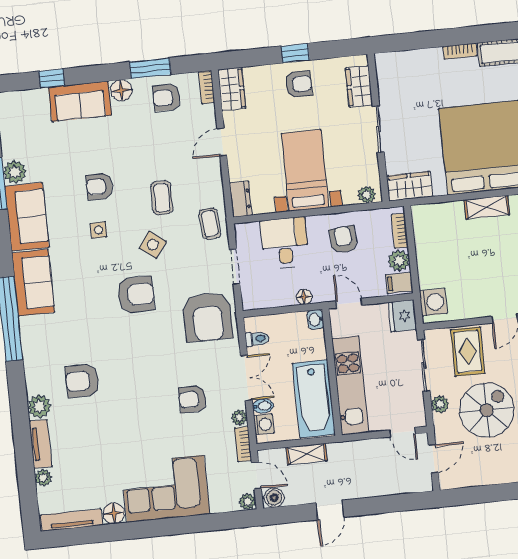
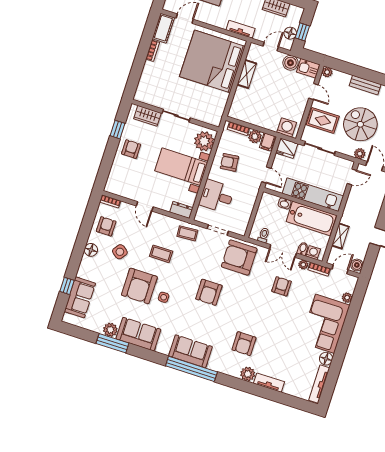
window: (295, 53) -> (118, 130), moved
window: (150, 68) -> (86, 228), removed
wardrobe: (232, 89) -> (117, 188), removed
armchair: (167, 98) -> (106, 226), turned 180
sofa: (80, 101) -> (80, 297), moved
armchair: (100, 186) -> (139, 286), width x1.88, depth x1.88
wardrobe: (410, 186) -> (216, 112), removed
plant: (367, 195) -> (204, 141), width x1.87, depth x1.87
side table: (153, 245) -> (120, 252), moved
sofa: (33, 283) -> (190, 351), moved
armchair: (136, 295) -> (209, 292), turned 180
floor lamp: (304, 297) -> (252, 199), removed
door: (349, 303) -> (266, 175), swing flipped
armchair: (208, 317) -> (239, 258), turned 180
washbasin: (315, 319) -> (285, 203), moved
double door: (246, 378) -> (283, 251), swing flipped
armchair: (193, 399) -> (282, 286), turned 180
plant: (440, 404) -> (360, 154), moved
plant: (43, 478) -> (289, 389), removed
plant: (248, 502) -> (347, 298), moved

